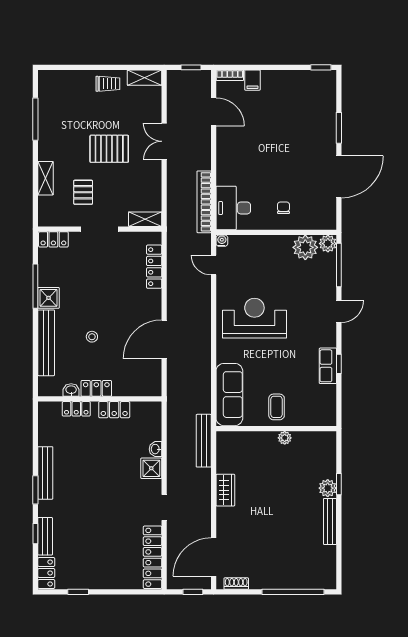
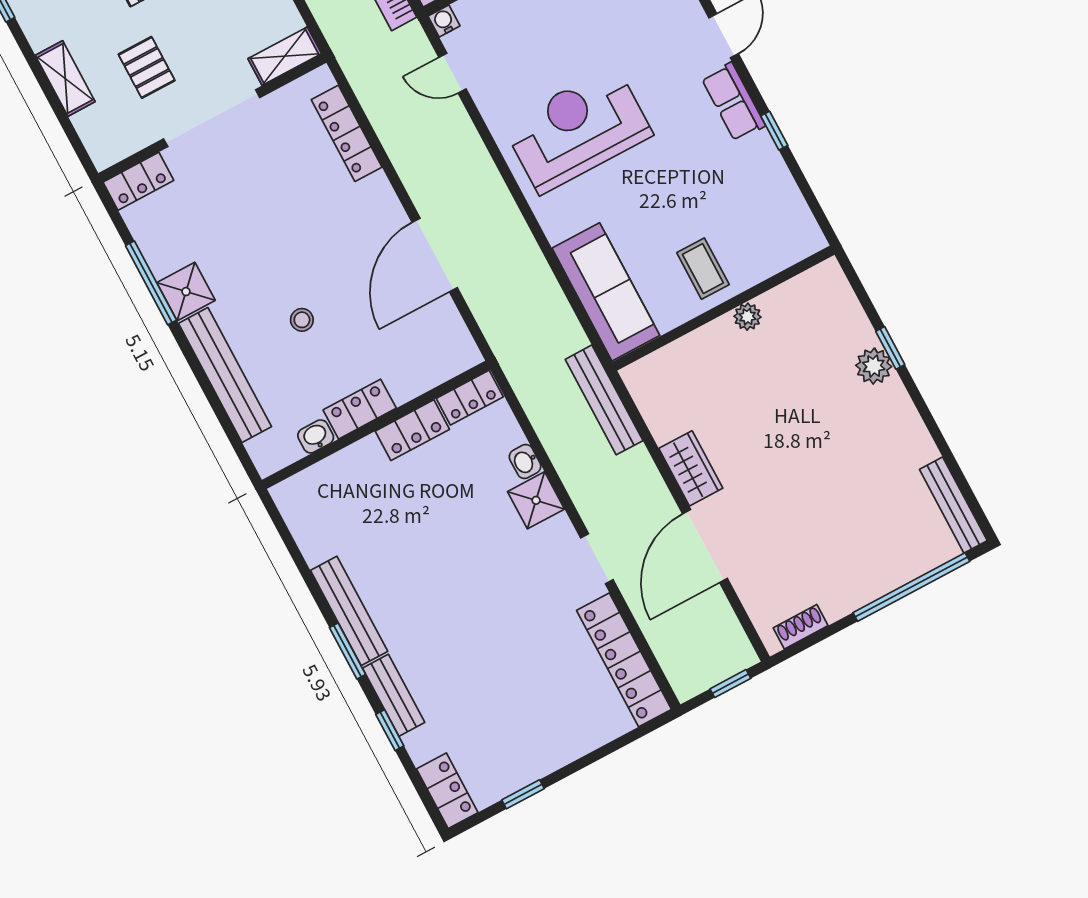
doorway: (99, 229) -> (212, 118), width x1.36
row of seats: (328, 366) -> (733, 102), moved
locker: (76, 409) -> (470, 398), moved
bench: (330, 521) -> (953, 505), moved
bench: (45, 536) -> (394, 695), moved
door: (214, 557) -> (705, 546), moved

